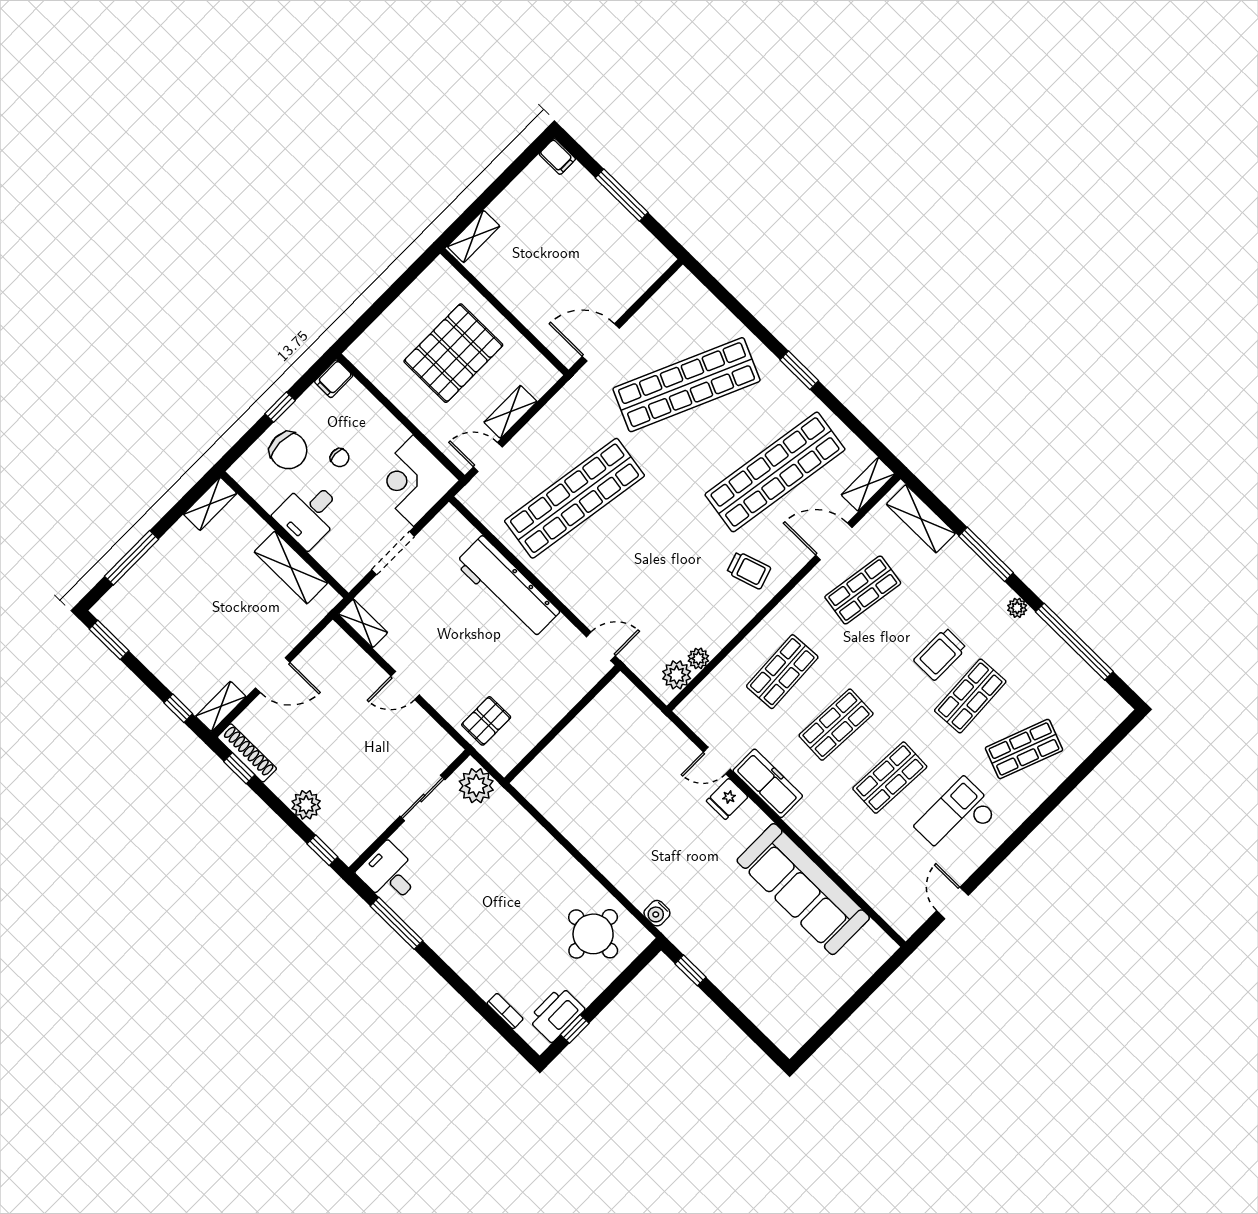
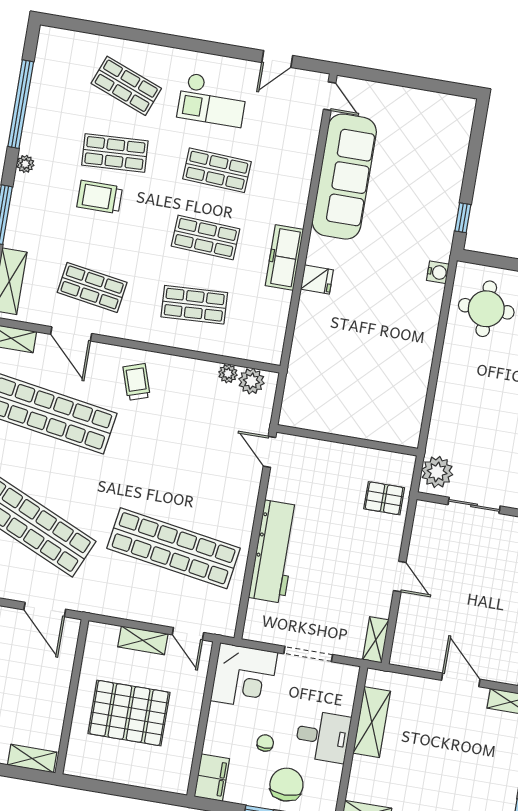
filing cabinet: (334, 379) -> (212, 778), width x2.00
trolley: (940, 654) -> (100, 197), turned 180
door: (717, 761) -> (330, 96), moved

